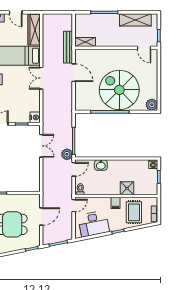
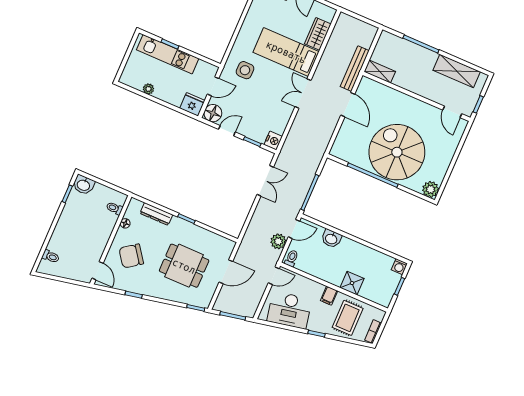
wardrobe: (34, 30) -> (318, 34), width x0.67
plant: (67, 154) -> (278, 241), moved

